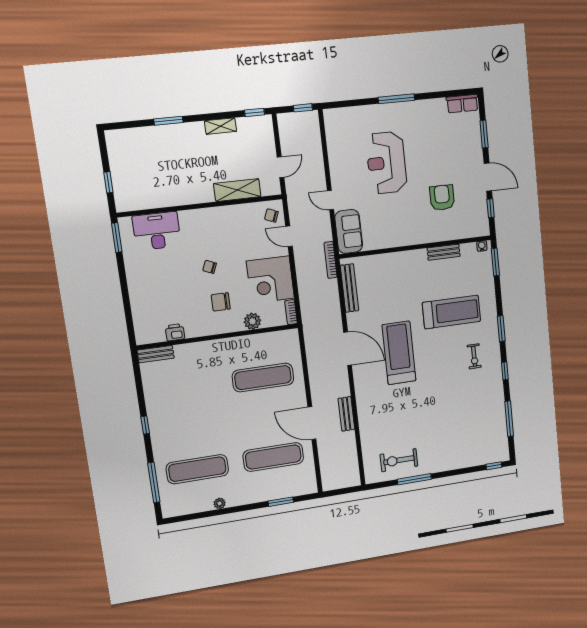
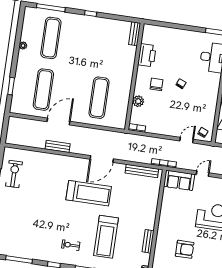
corner desk: (270, 280) -> (162, 120), removed
printer: (175, 332) -> (147, 55), width x1.87, depth x1.48

